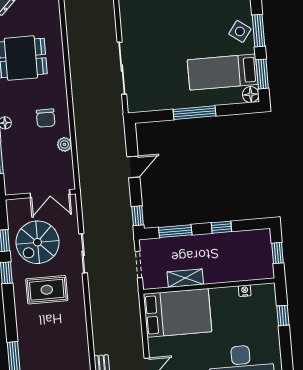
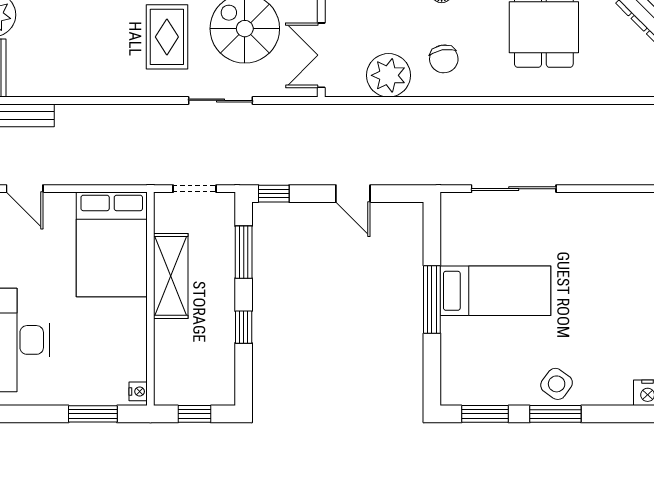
bed: (223, 72) -> (495, 291), moved, turned 90
floor lamp: (251, 95) -> (453, 393), removed
chair: (46, 118) -> (444, 59), turned -100
plant: (64, 144) -> (389, 75), width x1.87, depth x1.87
shelving: (185, 278) -> (171, 276), width x1.50, depth x1.33
nightstand: (245, 291) -> (138, 391), moved
window: (283, 315) -> (93, 414), width x1.50

